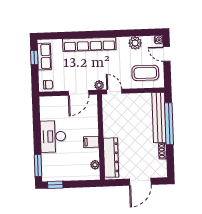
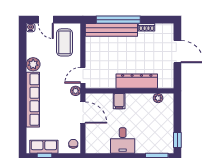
plant: (135, 43) -> (33, 64), moved
door: (167, 54) -> (46, 20), hinge flipped
desk: (53, 136) -> (123, 141), width x0.73
filing cabinet: (91, 142) -> (119, 101), moved
dresser: (111, 158) -> (137, 81), moved

